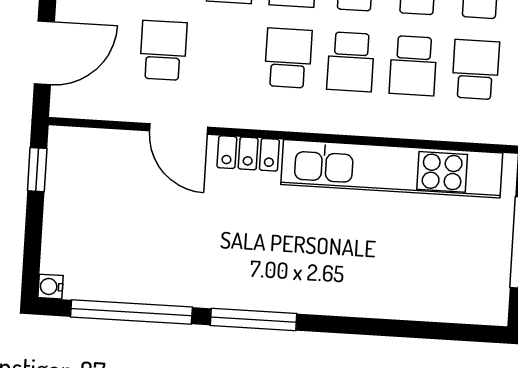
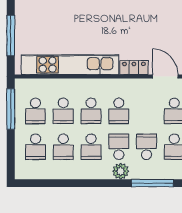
school desk: (351, 62) -> (91, 111), turned 180
school desk: (413, 66) -> (63, 111), turned 180

